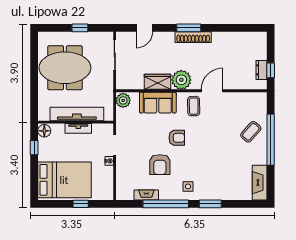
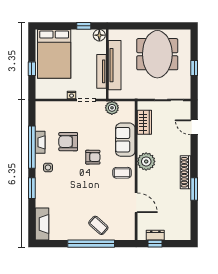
window: (189, 28) -> (194, 189), moved
wardrobe: (158, 82) -> (144, 122), moved
door: (212, 91) -> (136, 203), moved
plant: (123, 100) -> (112, 108), moved
tv unit: (78, 128) -> (101, 71), width x1.41
armchair: (177, 138) -> (93, 157), turned -90
fireplace: (260, 183) -> (42, 224), moved, turned 90
fireplace: (146, 195) -> (40, 142), moved

